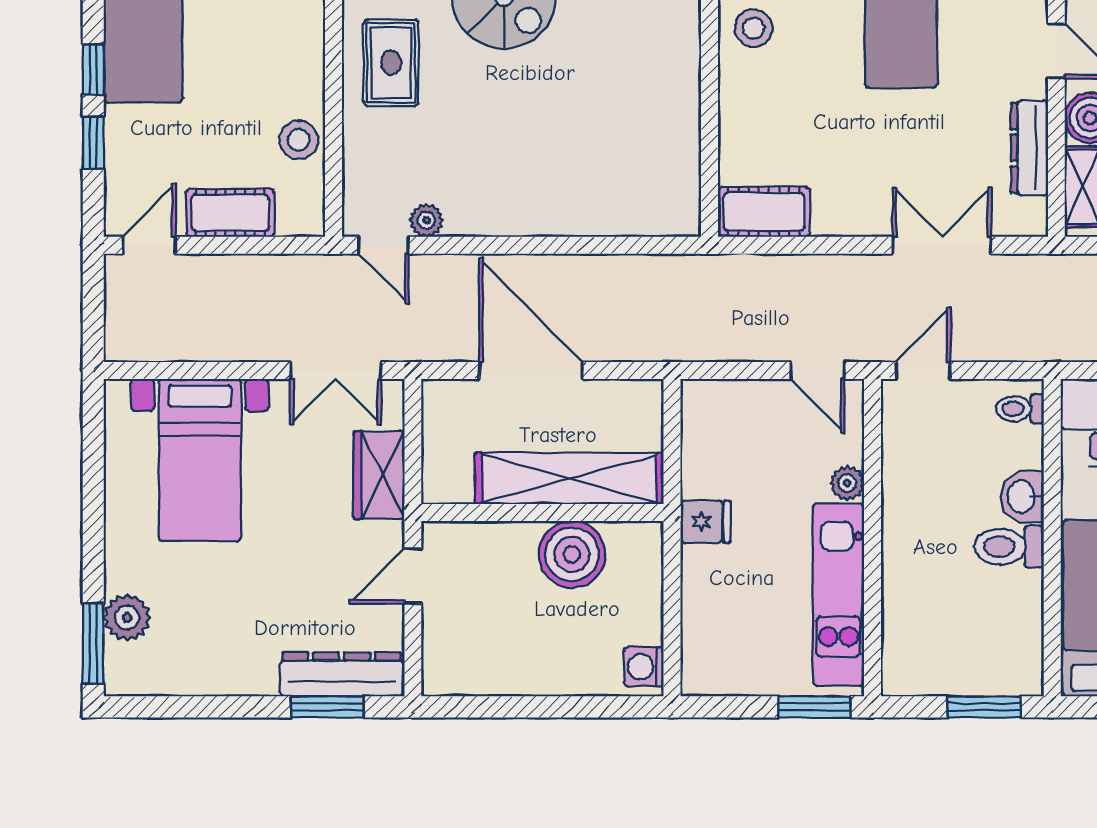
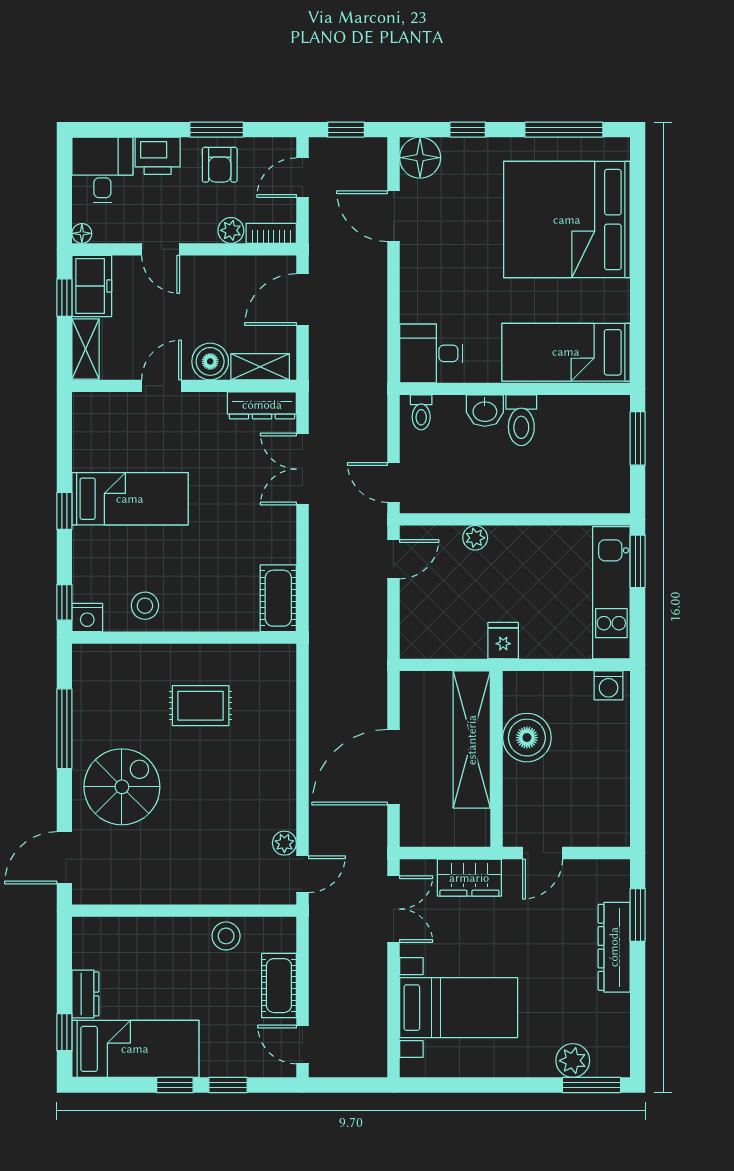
rug: (391, 63) -> (201, 706), moved
dresser: (1029, 148) -> (262, 405), moved
door: (413, 576) -> (543, 853), hinge flipped
kitchen unit: (838, 595) -> (611, 593), moved, turned 90
dresser: (342, 674) -> (614, 947), moved

